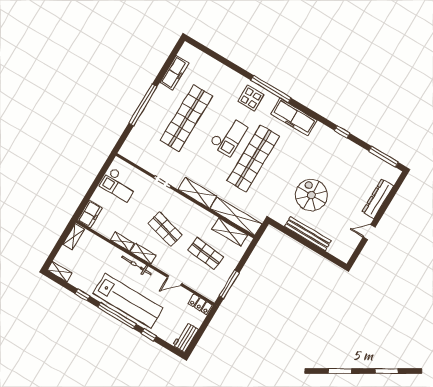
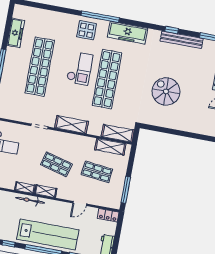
shelving: (236, 216) -> (118, 133), width x0.68
bench: (308, 234) -> (182, 40), moved
bicycle: (137, 265) -> (30, 200), moved

